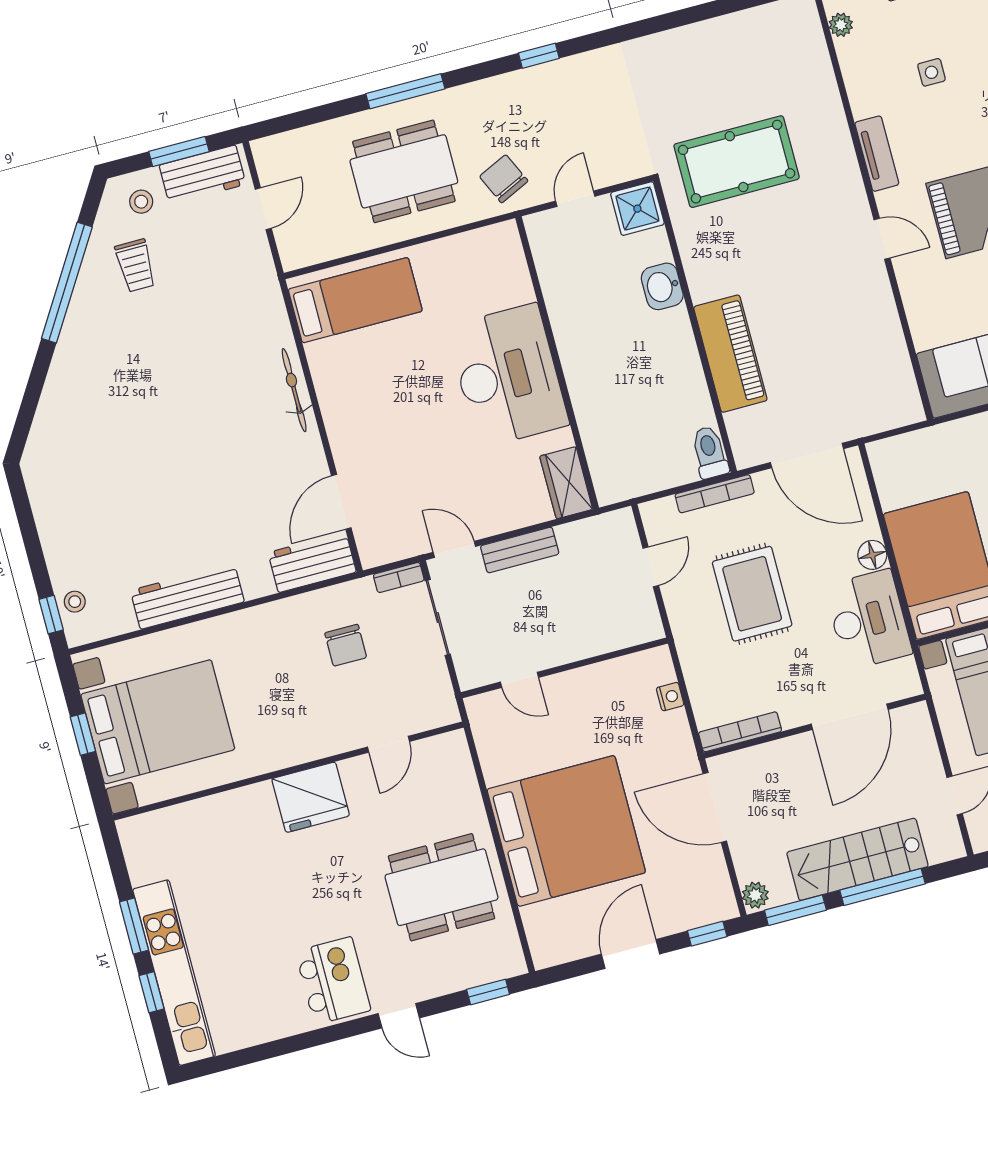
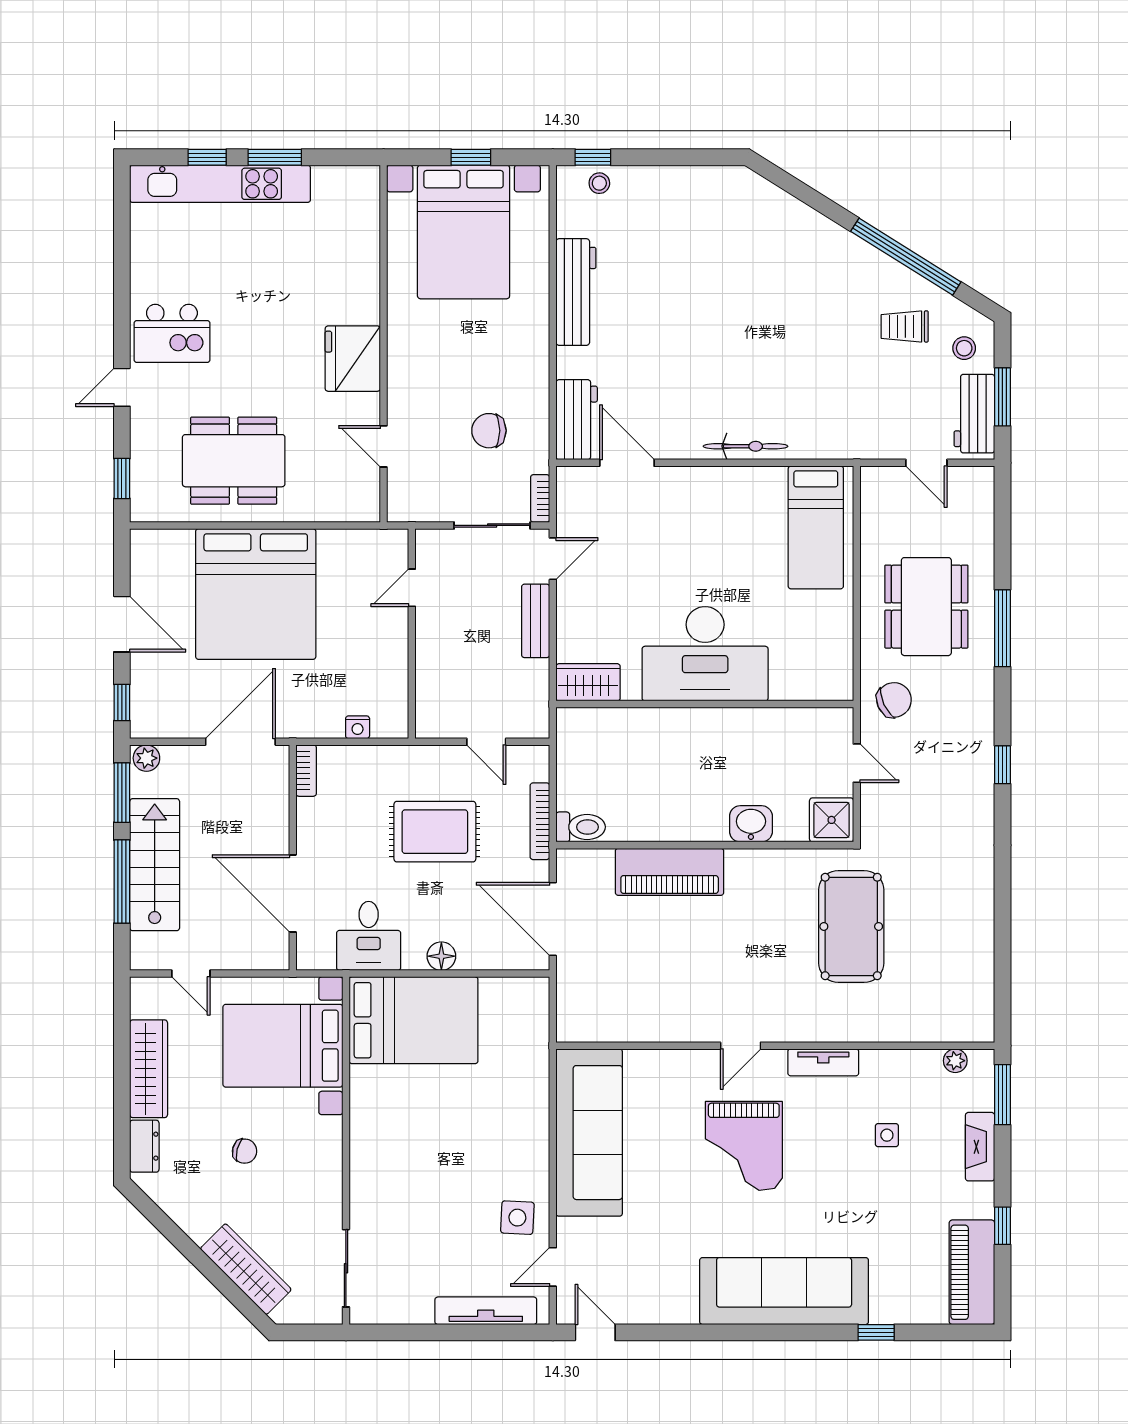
door: (807, 456) -> (553, 919), hinge flipped
desk: (868, 620) -> (369, 936), width x0.73
bookcase: (740, 732) -> (306, 771), width x0.64
dining table: (441, 887) -> (234, 461), turned 90

